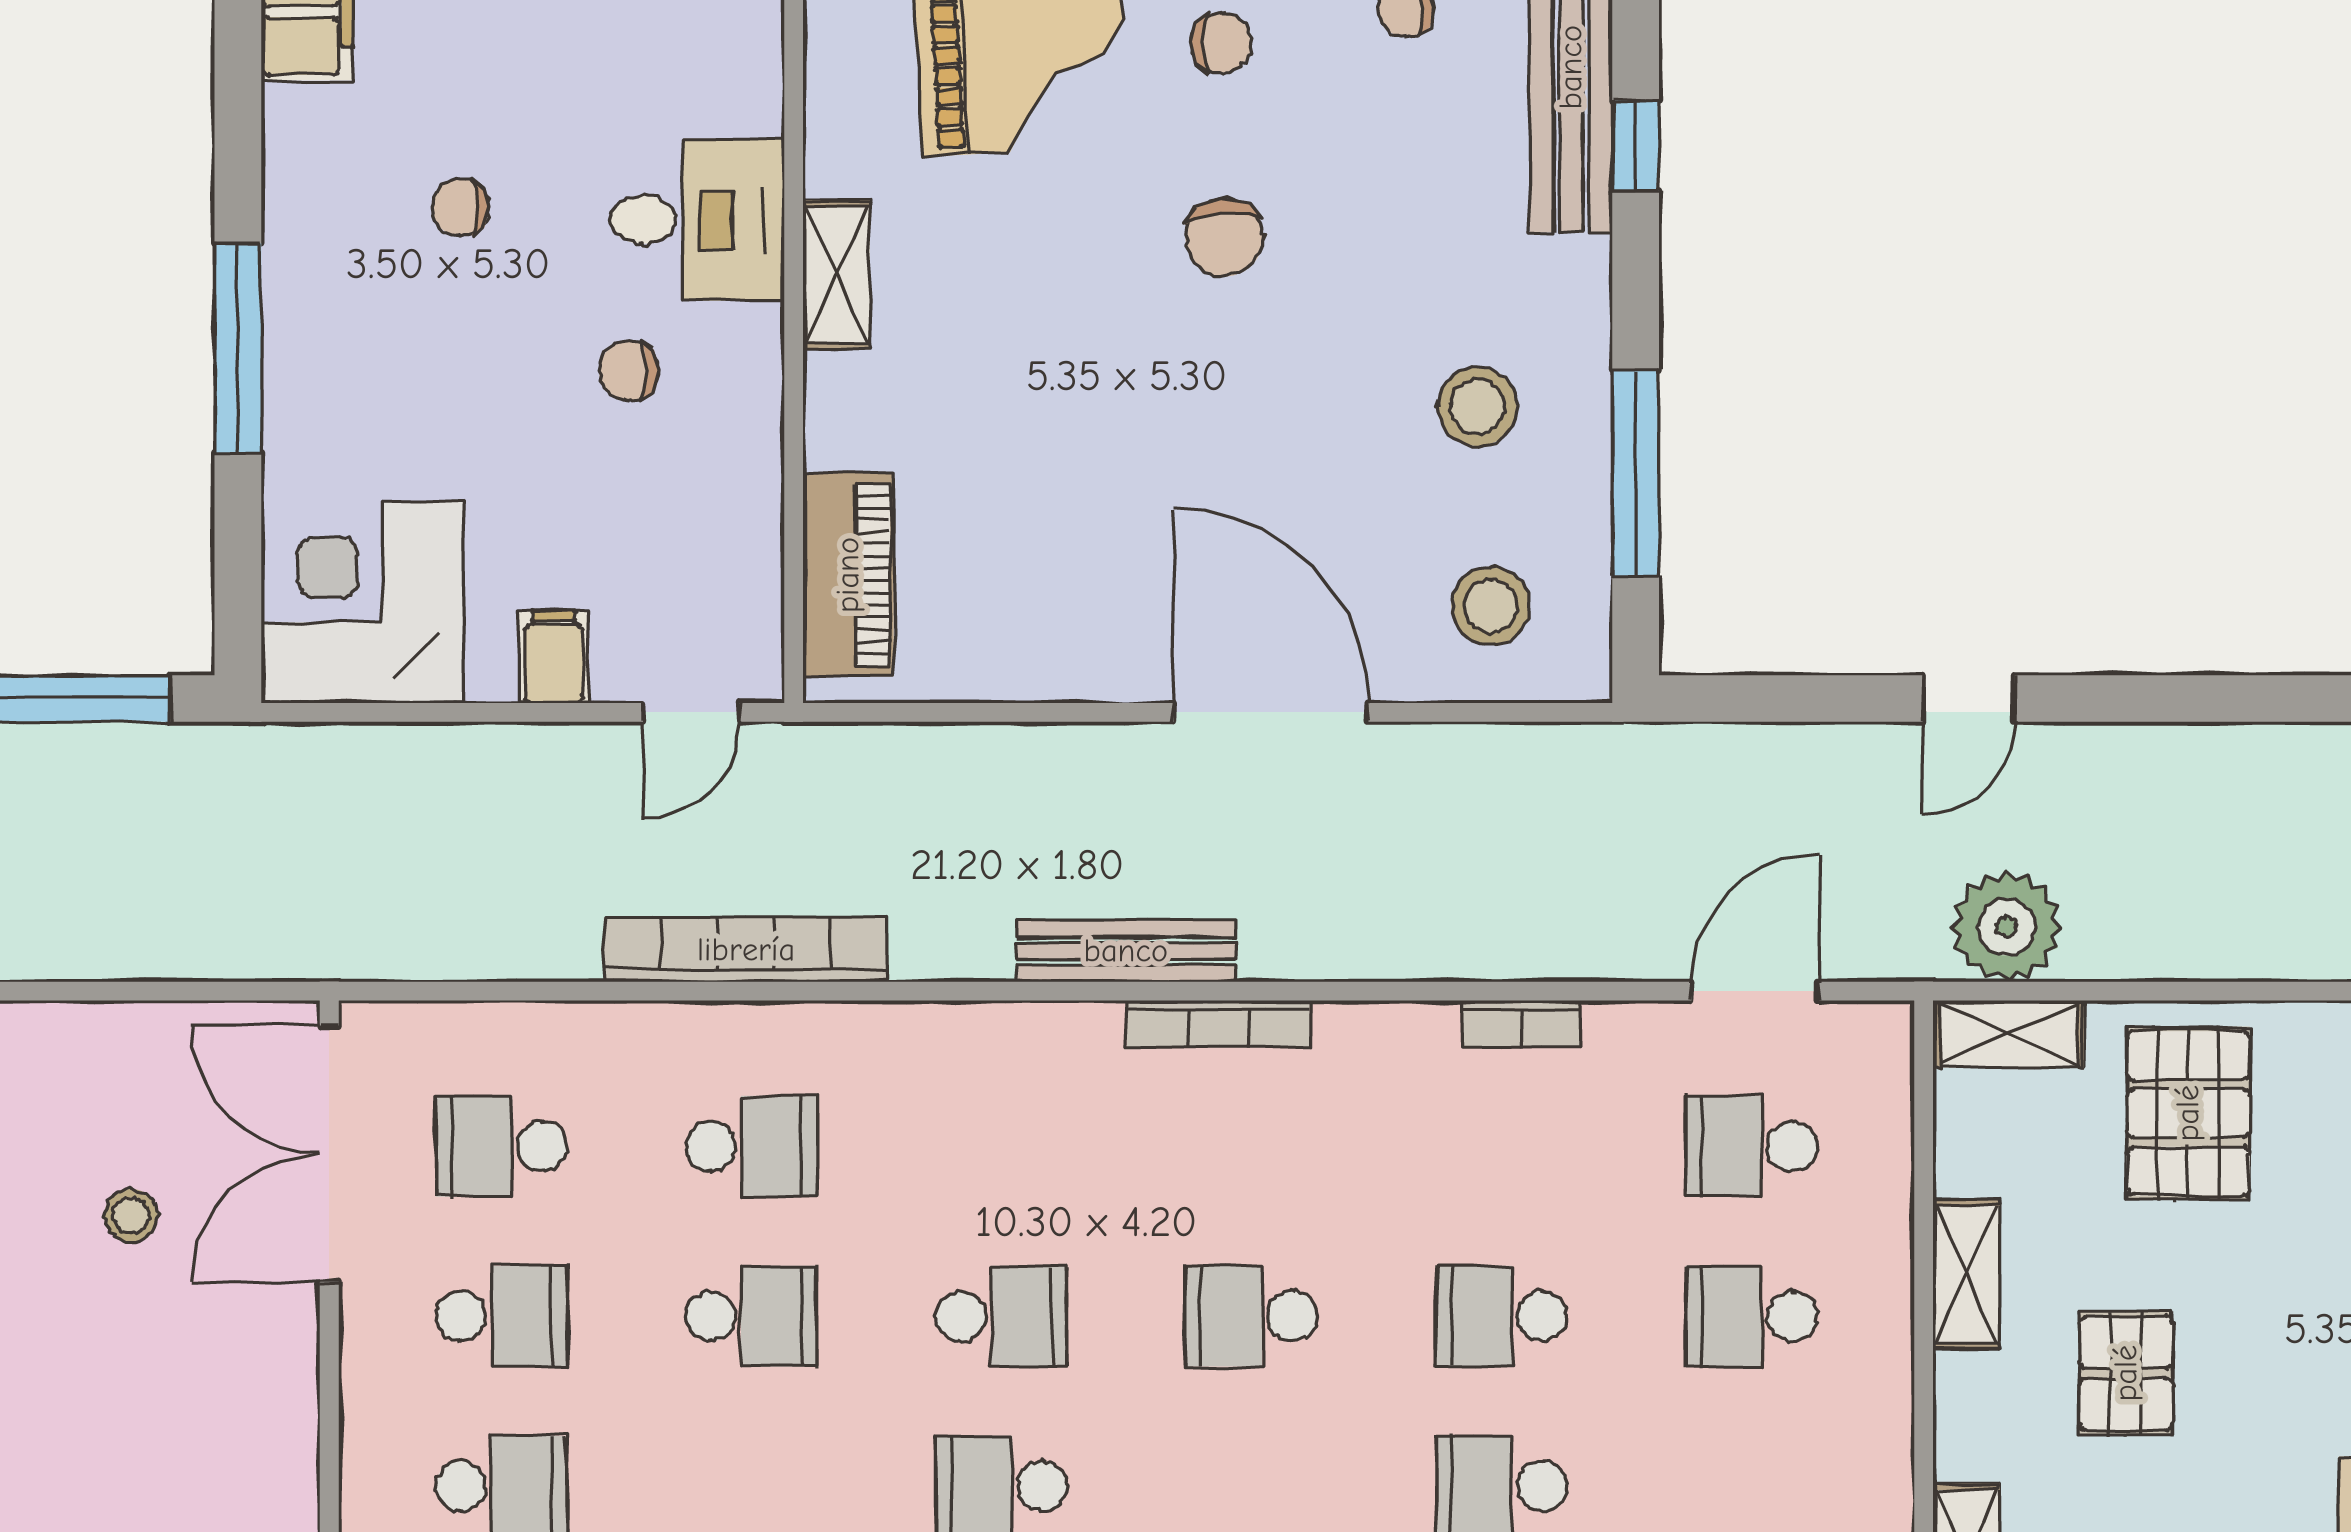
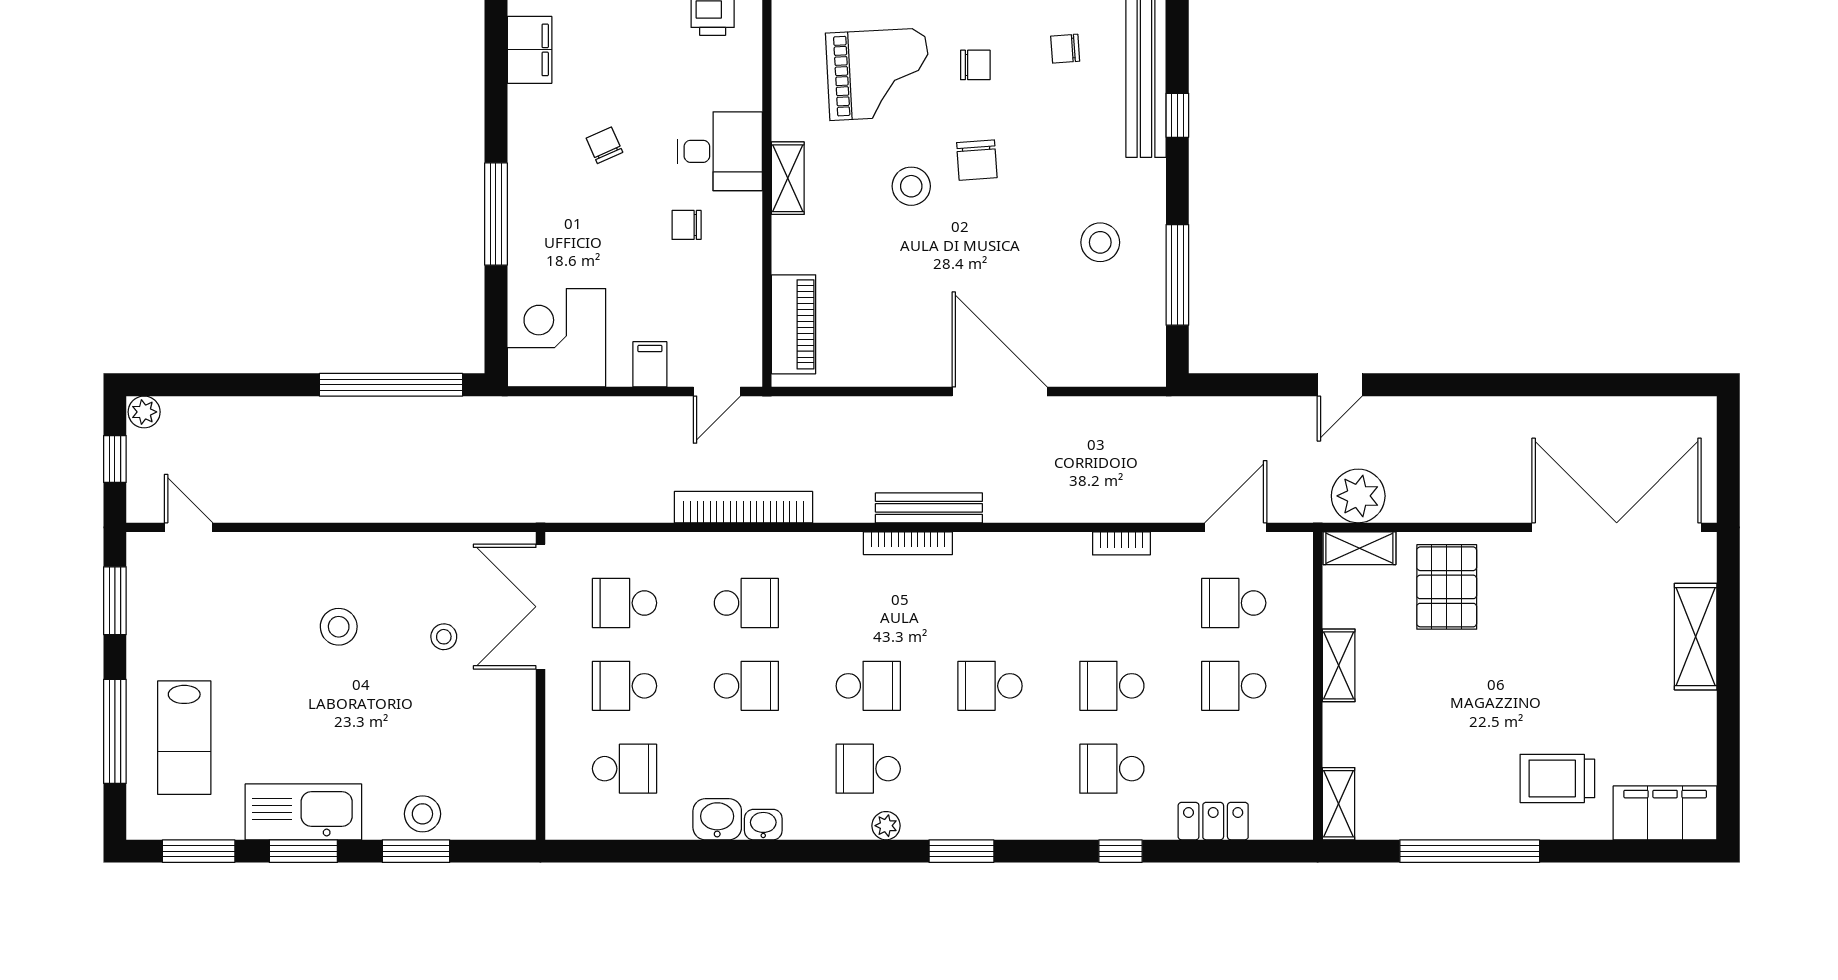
chair: (460, 207) -> (604, 145), turned 66
stool: (1491, 606) -> (911, 186), moved
bookcase: (1218, 1024) -> (908, 543), moved
school desk: (502, 1316) -> (625, 686), turned 180
pallet: (2126, 1373) -> (1416, 714), removed

